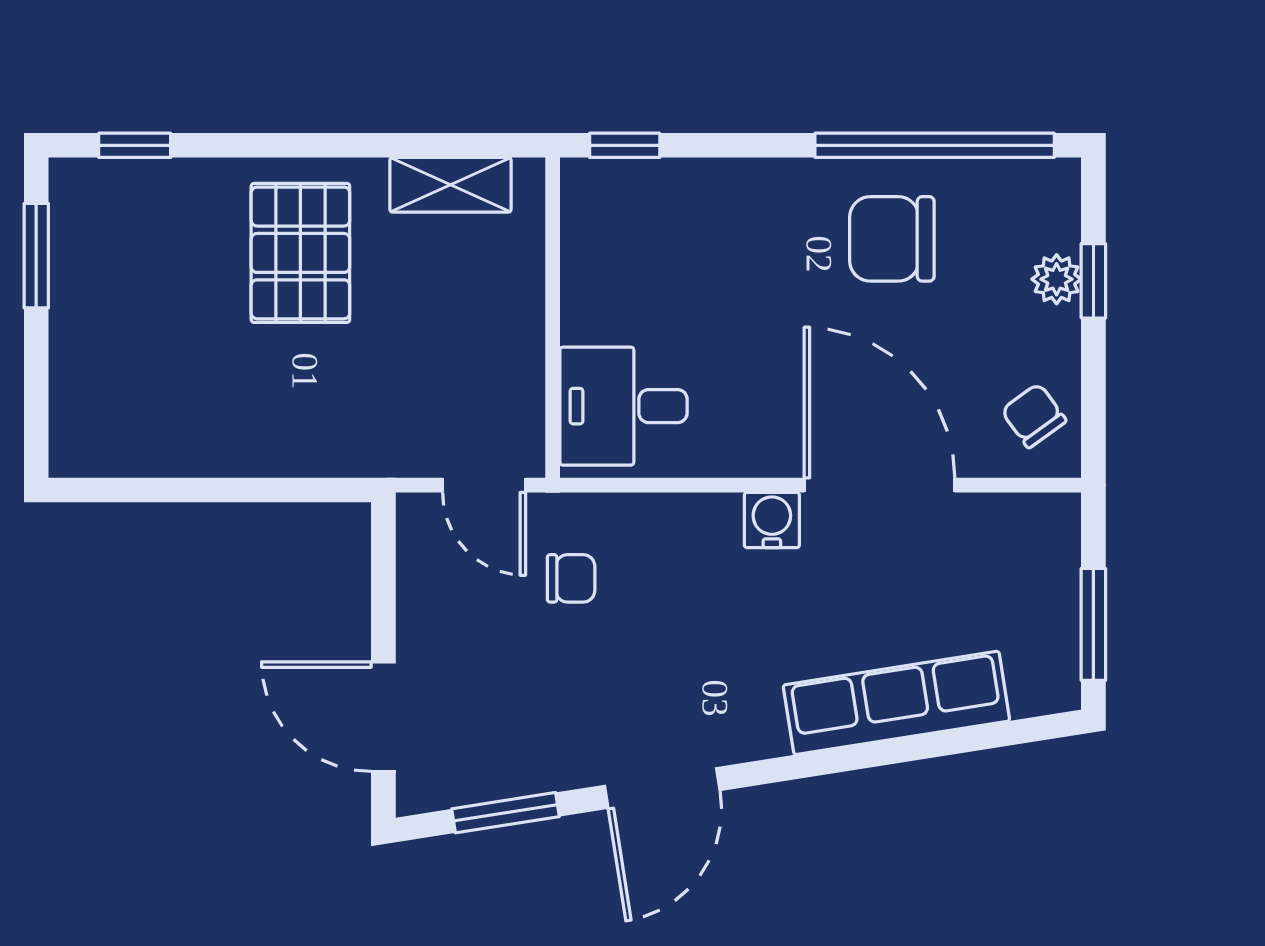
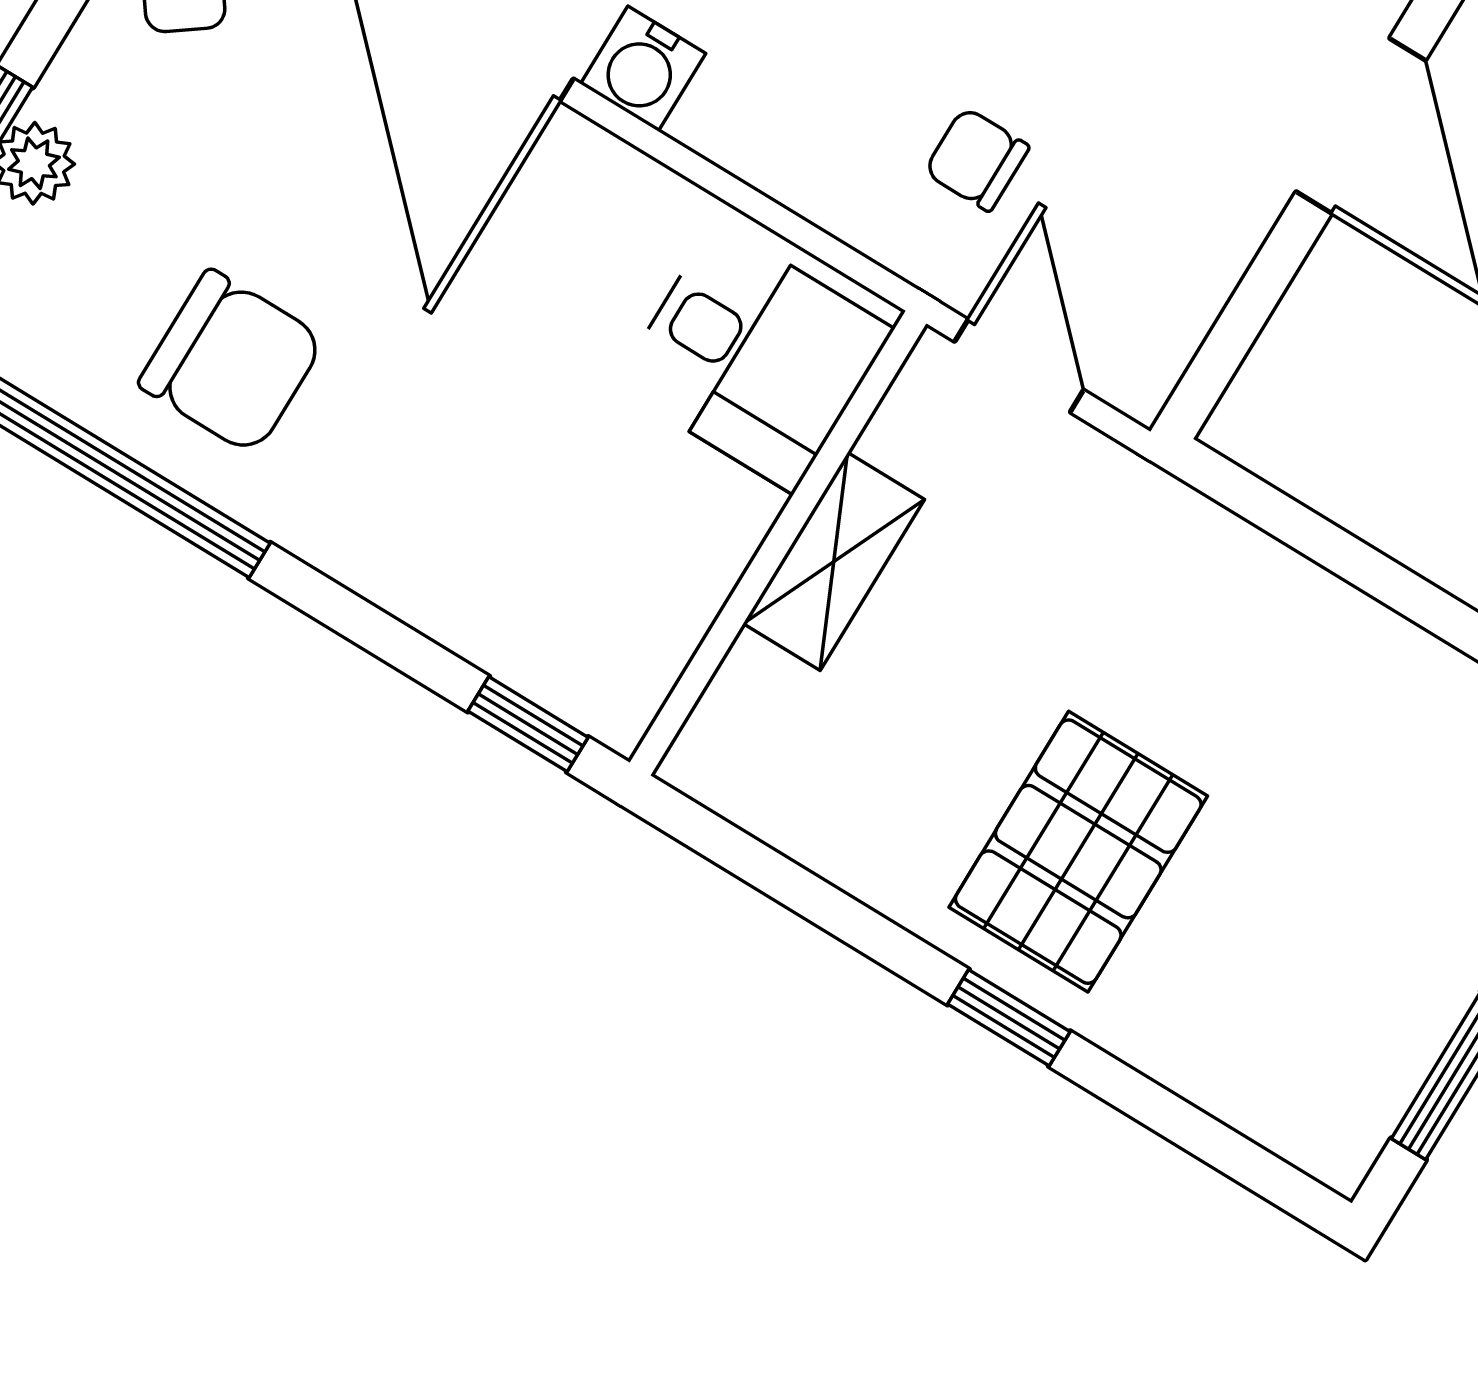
window: (135, 145) -> (1009, 1018), moved
shelving: (450, 185) -> (834, 561), moved, turned 90

